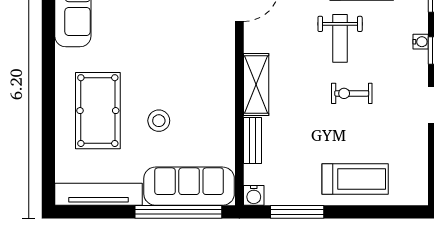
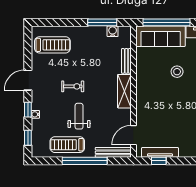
treadmill: (355, 179) -> (52, 45), moved, turned 180
water cooler: (254, 195) -> (113, 31), moved

